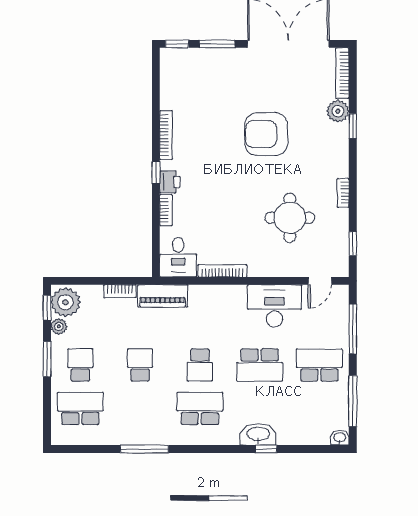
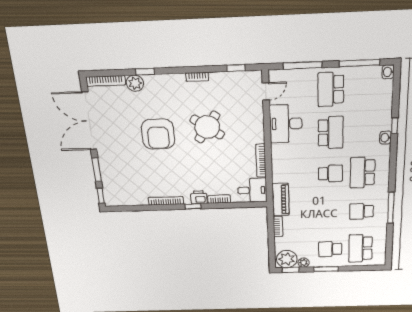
round table: (290, 218) -> (207, 127), moved, turned 35
door: (320, 281) -> (266, 91), hinge flipped
school desk: (140, 365) -> (361, 211), moved
washbasin: (258, 434) -> (385, 138), width x0.52, depth x0.69

